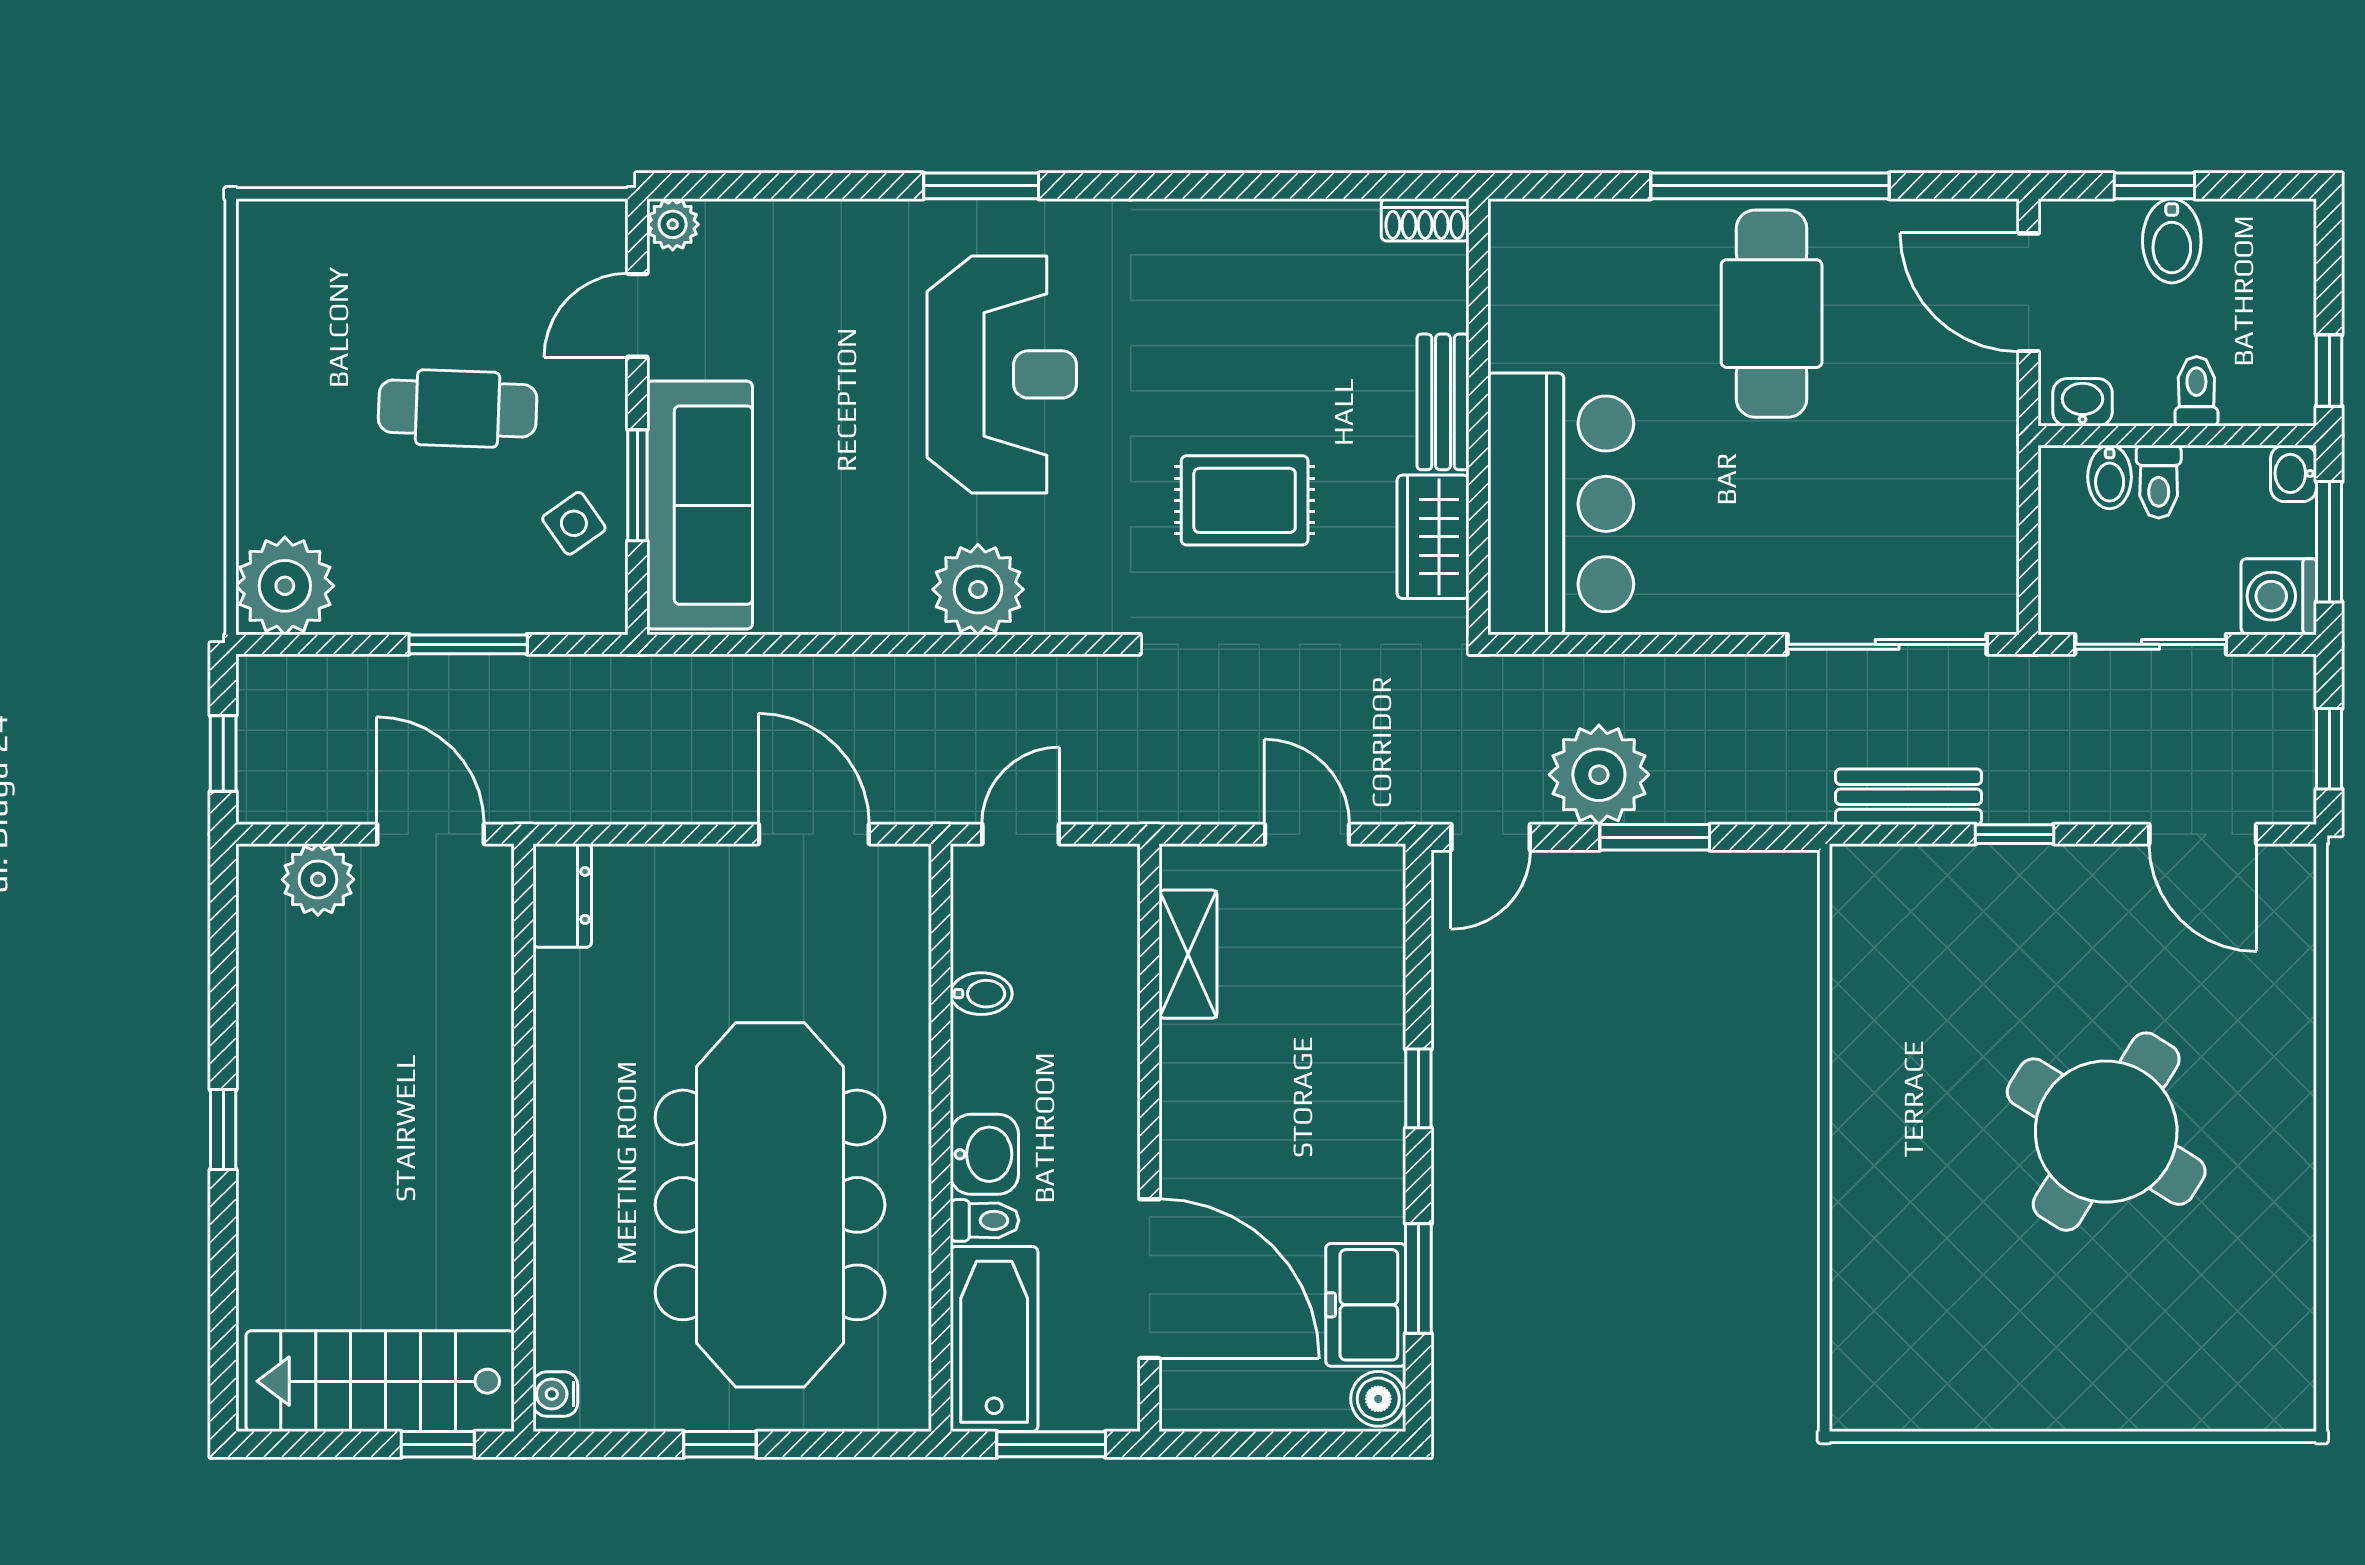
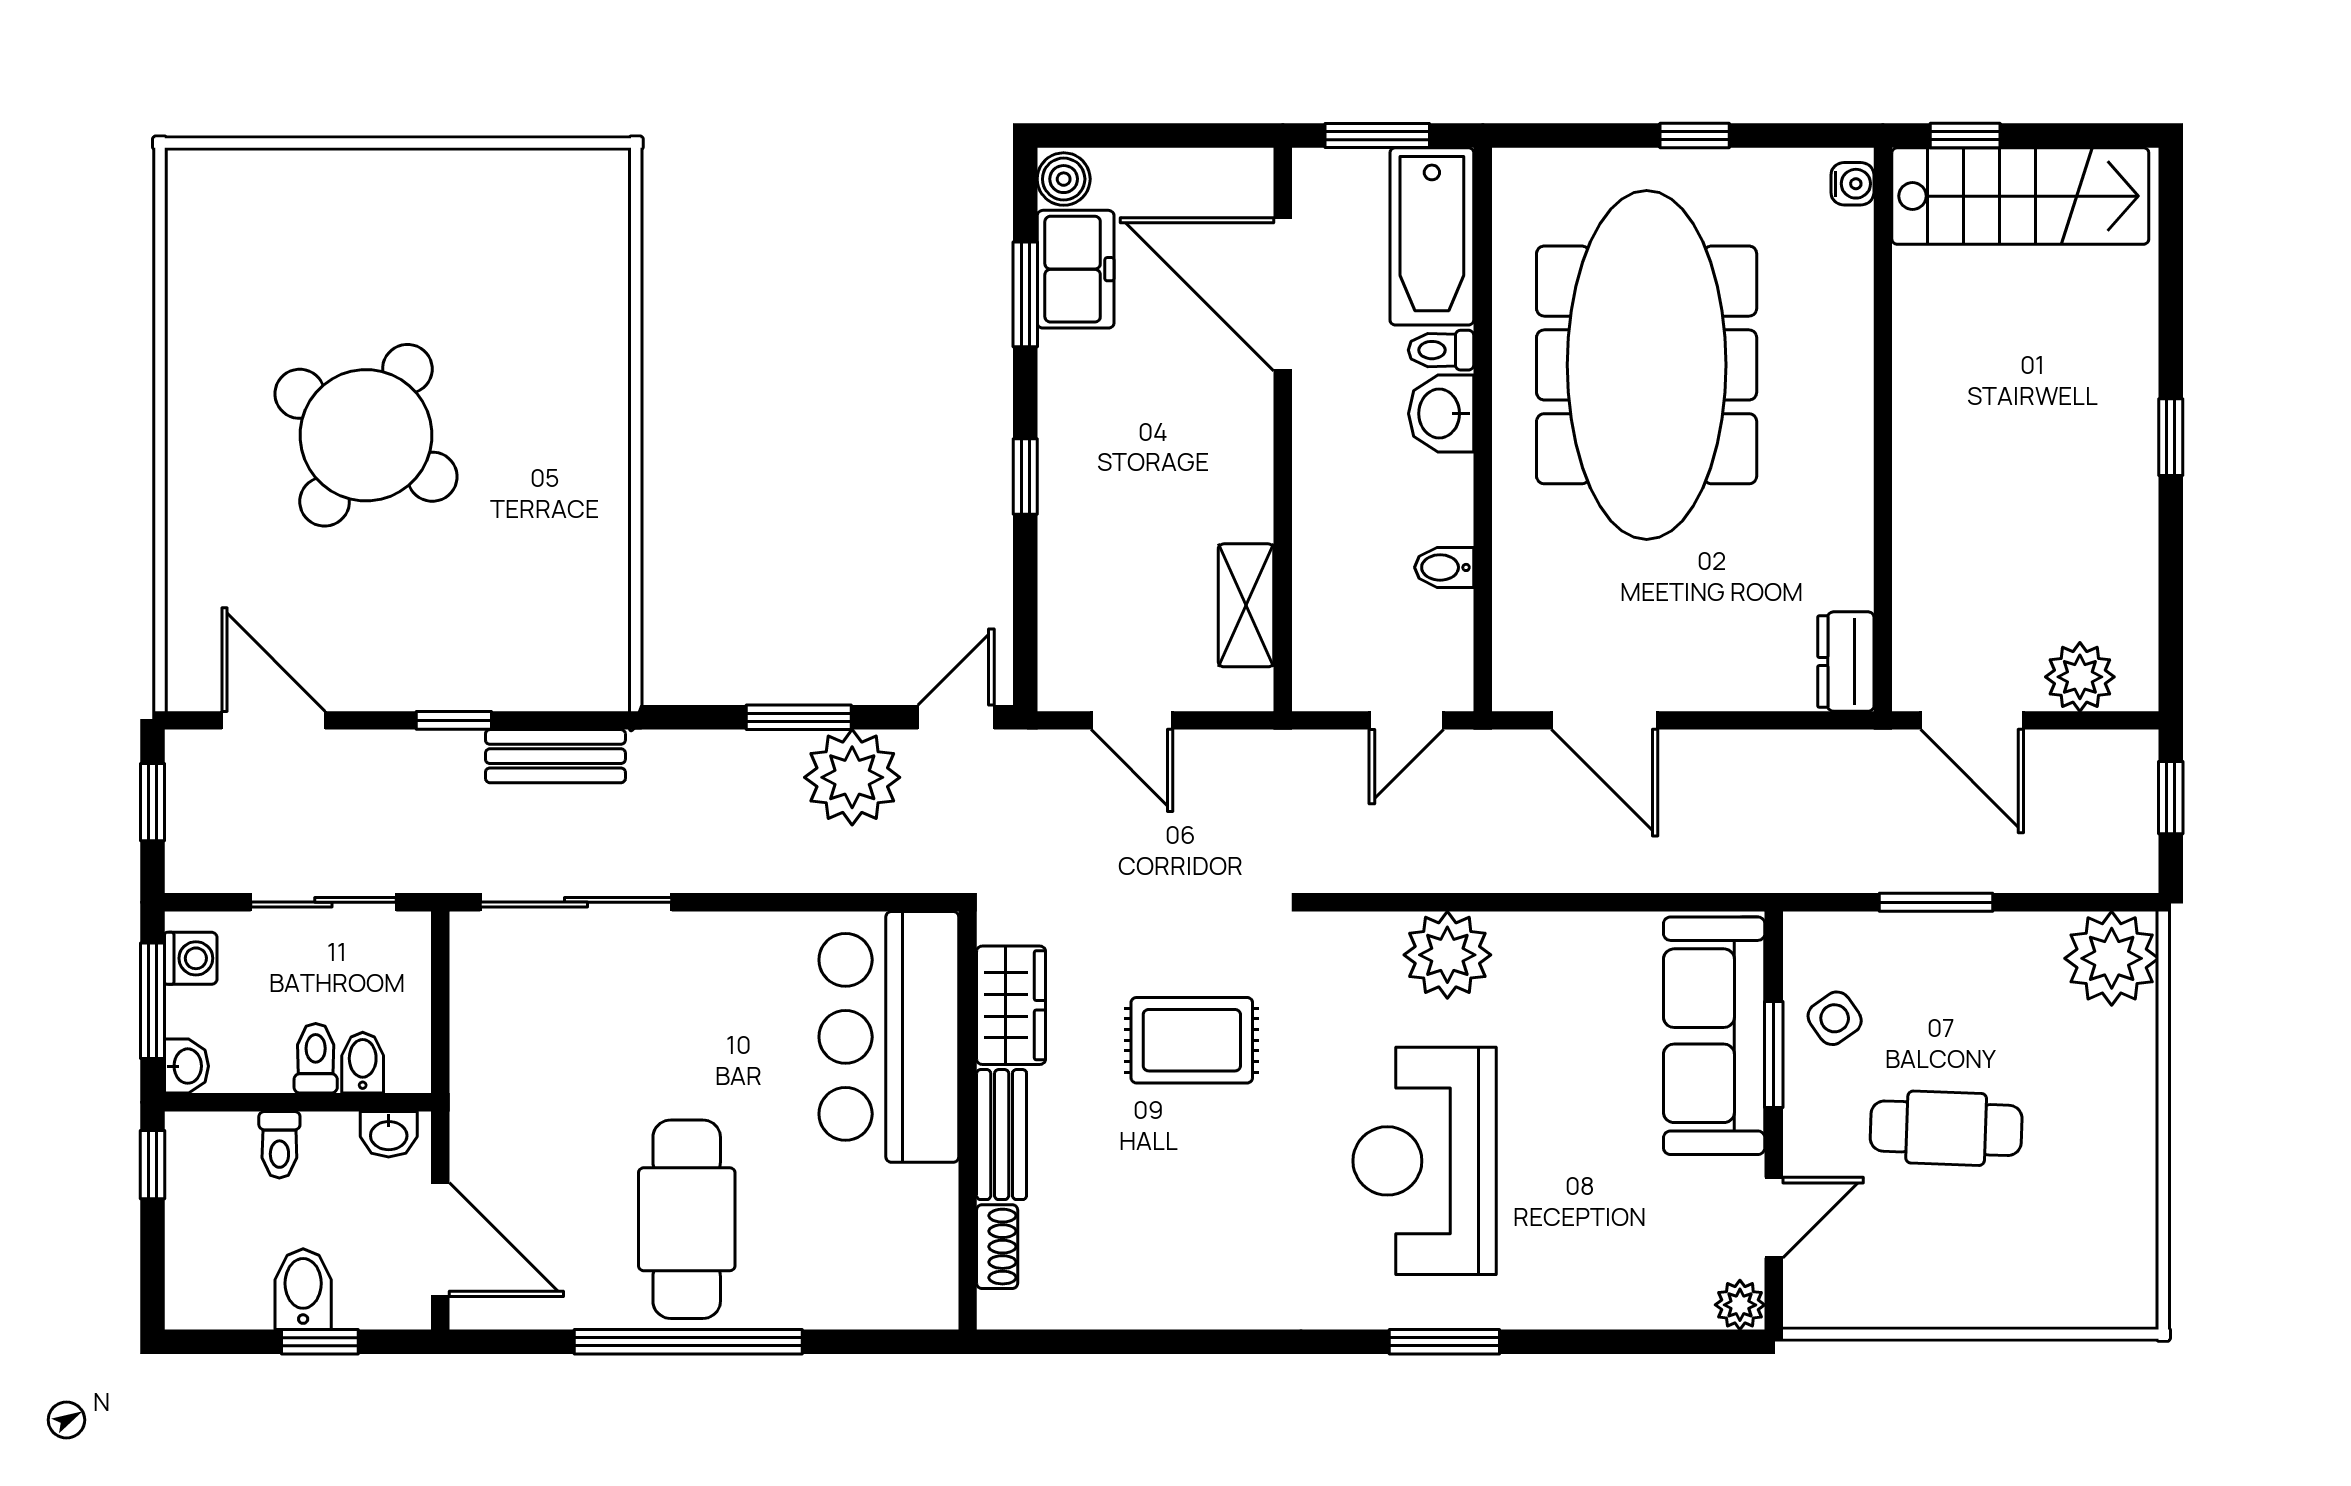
shoe rack: (1425, 220) -> (997, 1247), moved, turned 90
washing machine: (2279, 596) -> (191, 958), width x0.73, depth x0.73

